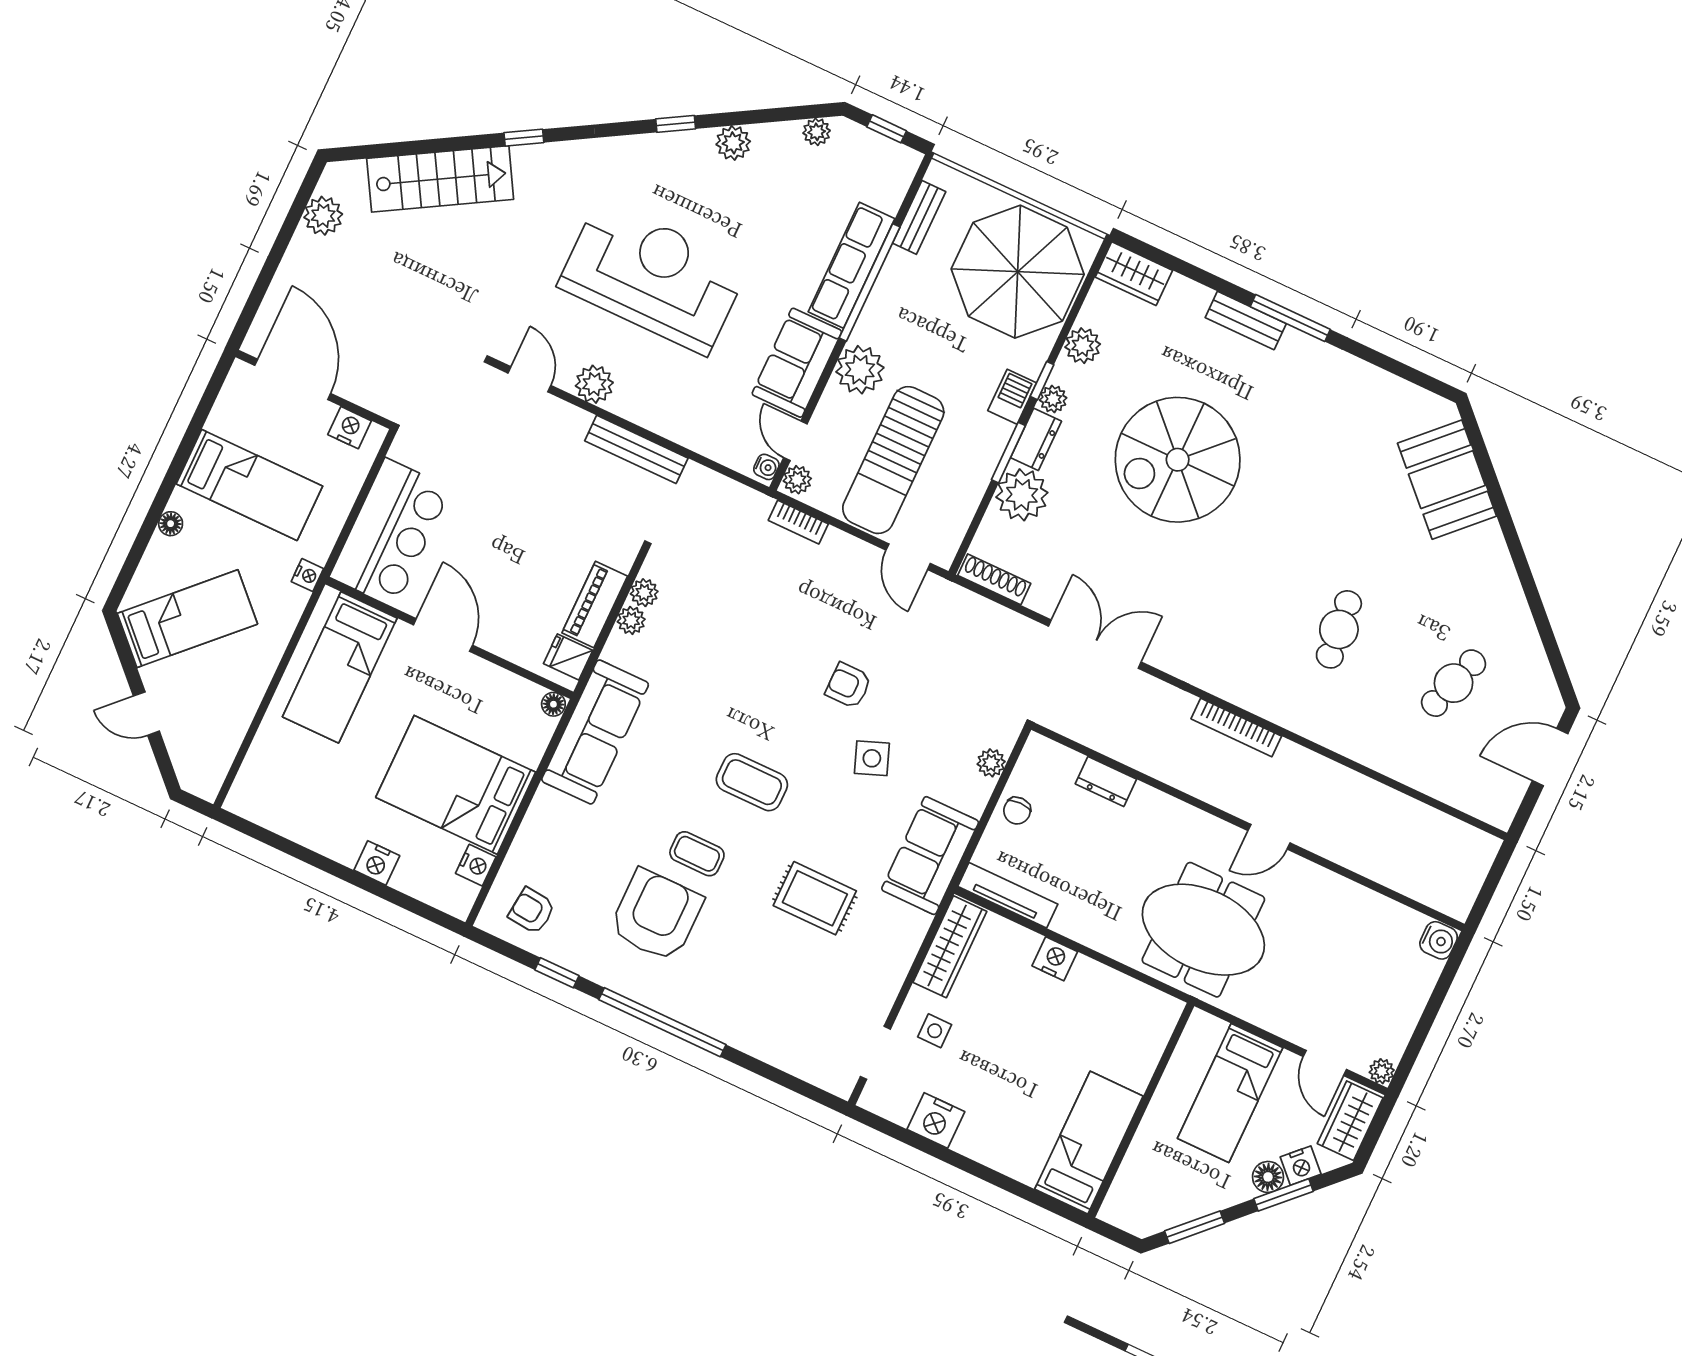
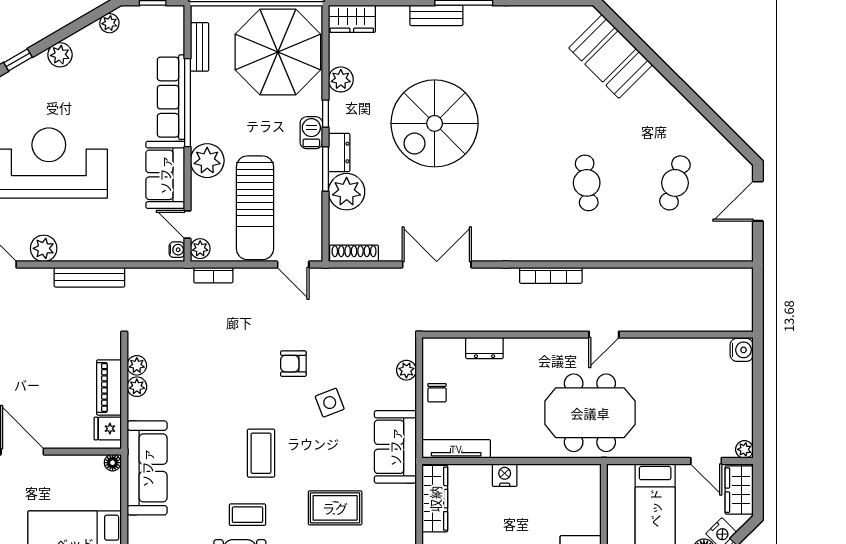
plant: (1053, 399) -> (338, 122), removed
coffee table: (752, 782) -> (261, 453), turned 90

